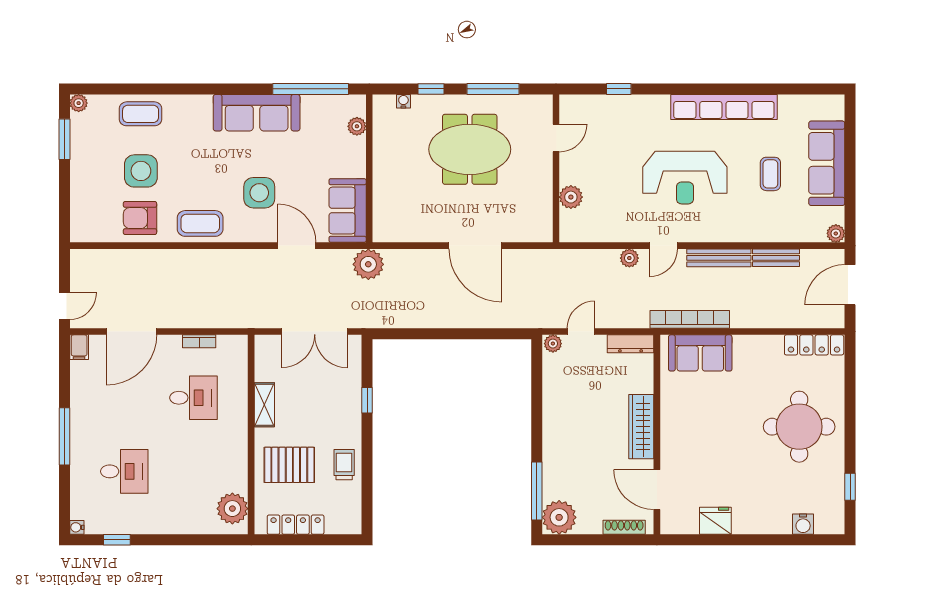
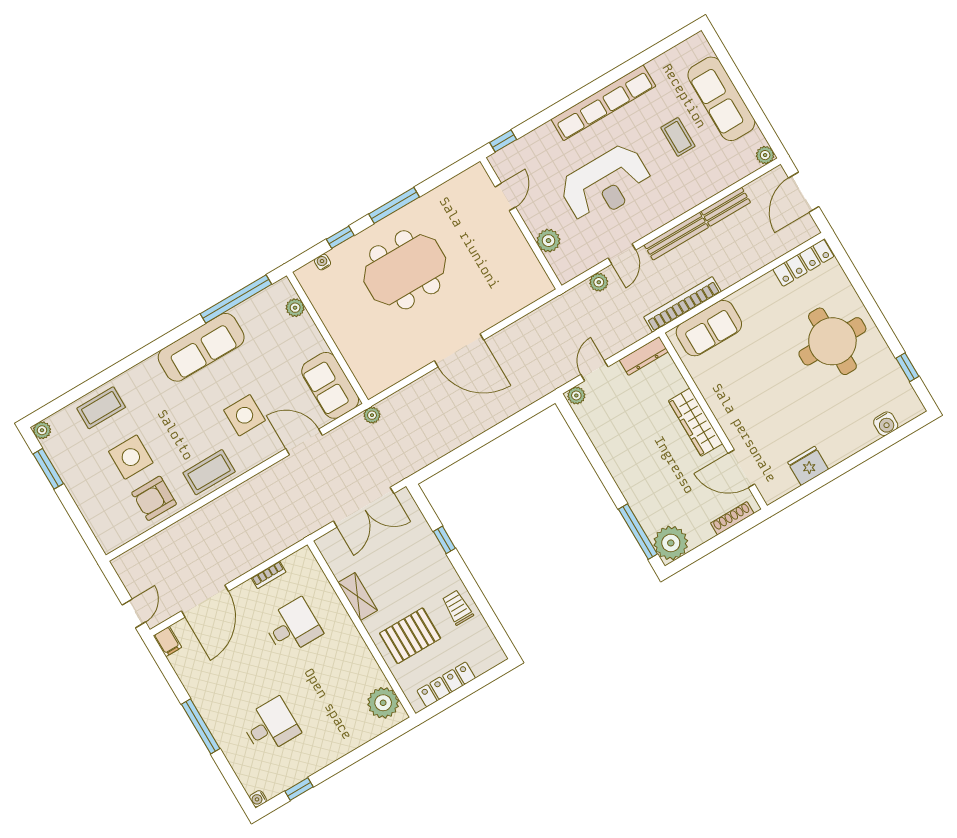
door: (556, 138) -> (505, 197), moved
wall: (556, 168) -> (521, 223), moved
plant: (571, 197) -> (548, 241), moved
plant: (368, 264) -> (372, 415), width x0.53, depth x0.53

